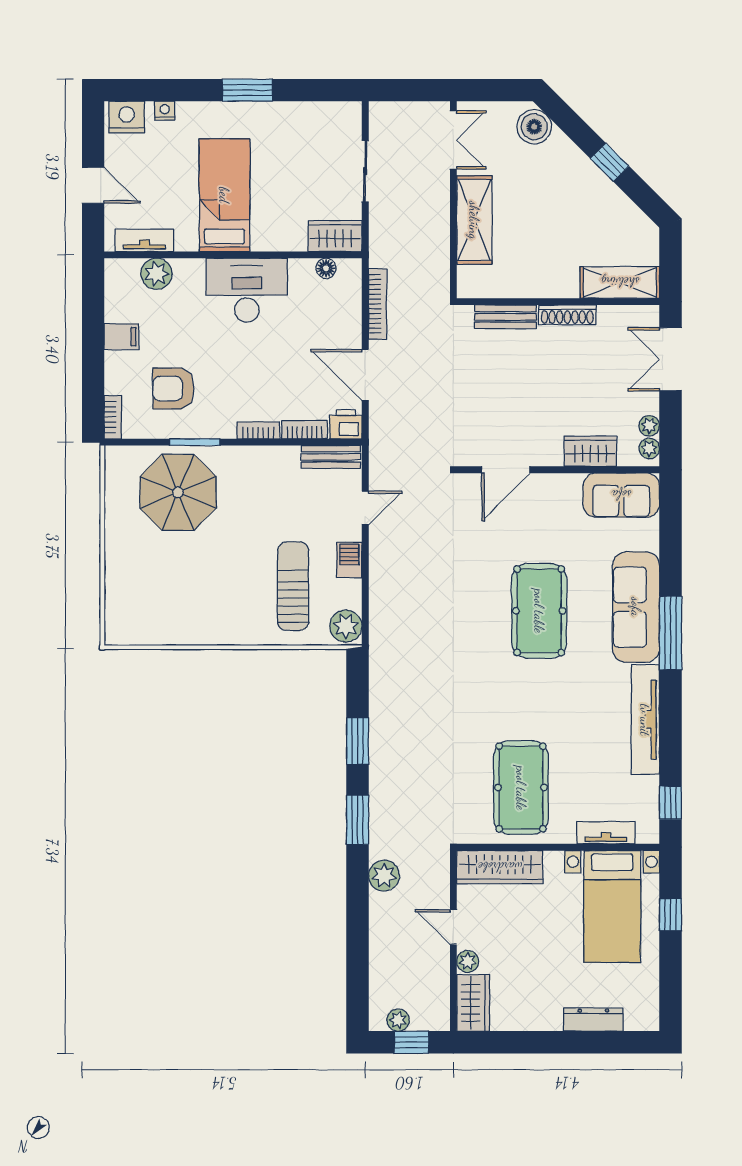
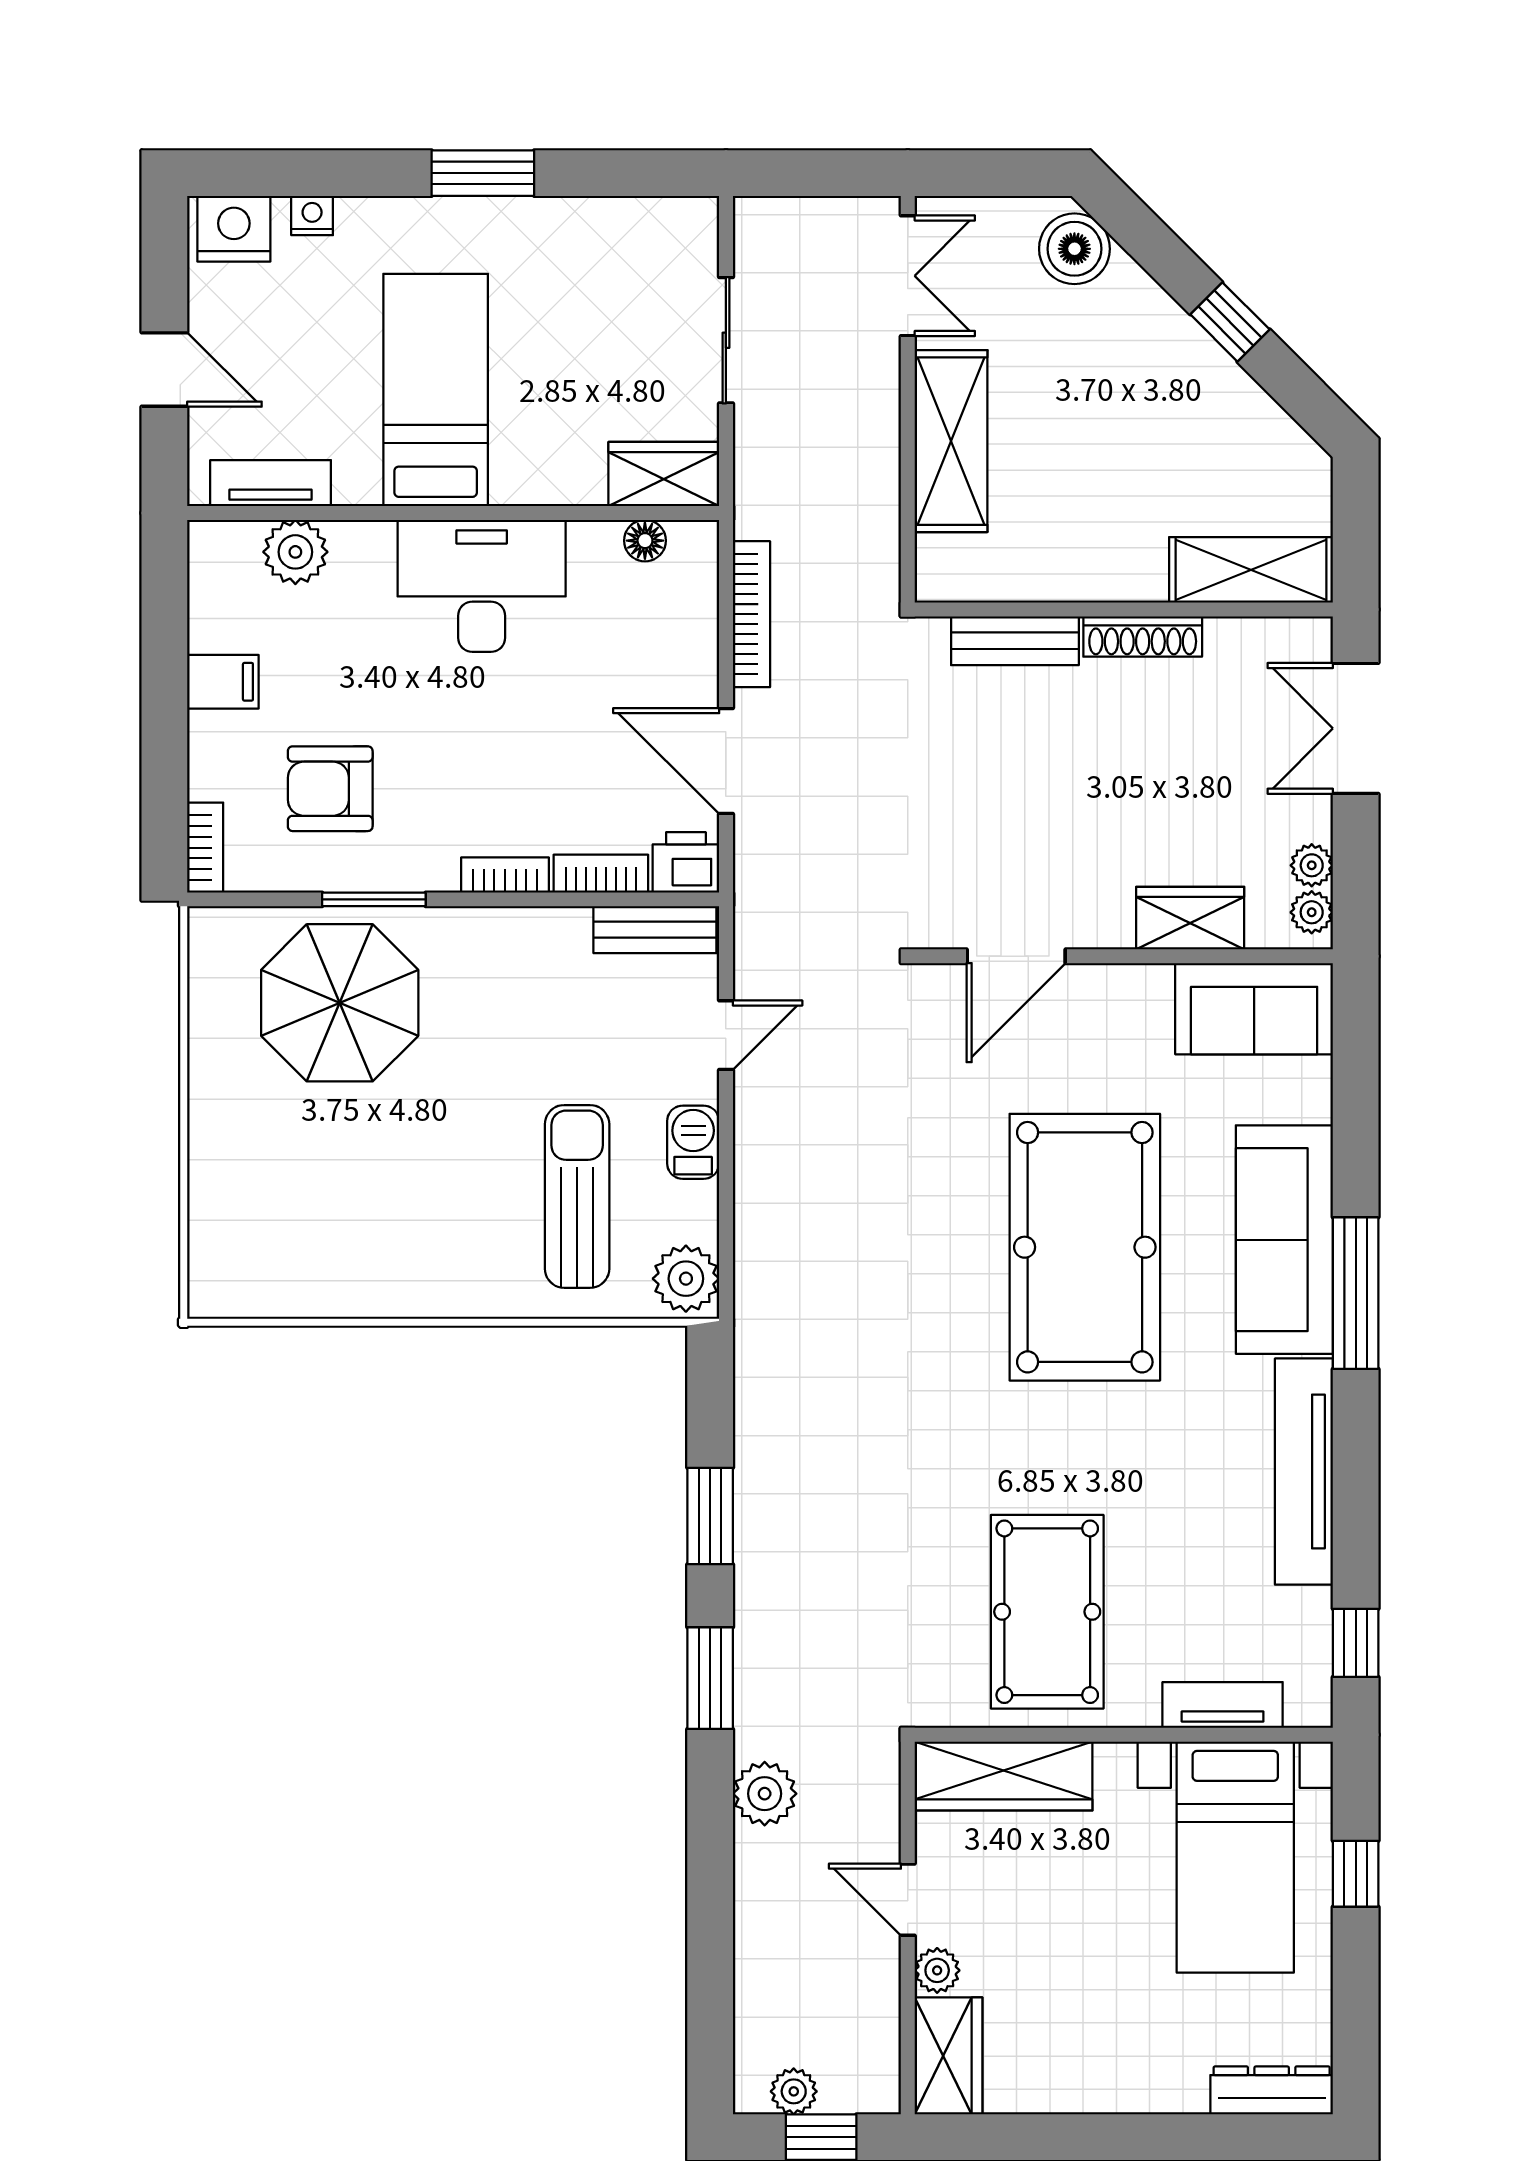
pool table: (539, 611) -> (1085, 1247), width x1.36, depth x1.32
dresser: (593, 1020) -> (1272, 2090), moved

